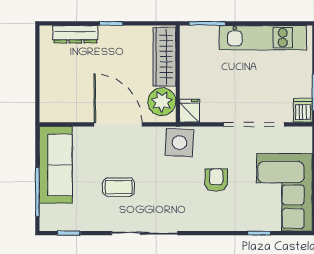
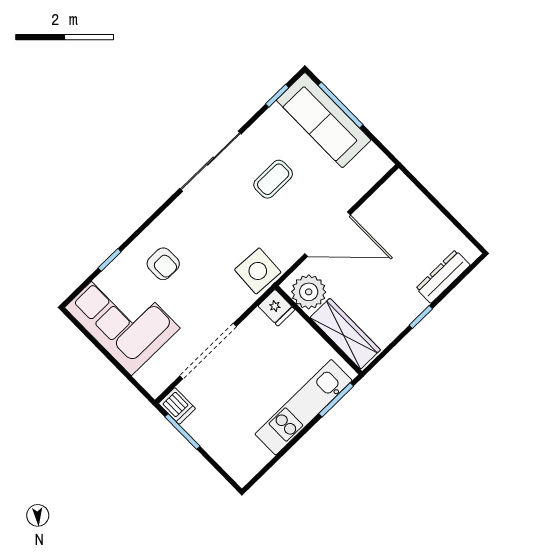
kitchen unit: (263, 38) -> (303, 407), moved
sofa: (56, 165) -> (324, 120), moved
armchair: (216, 180) -> (163, 264), moved

